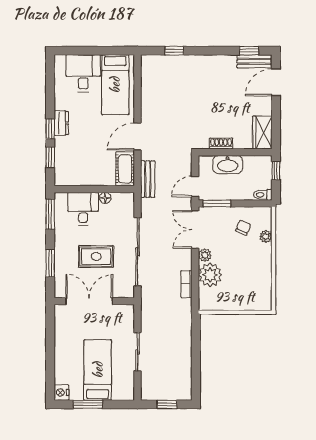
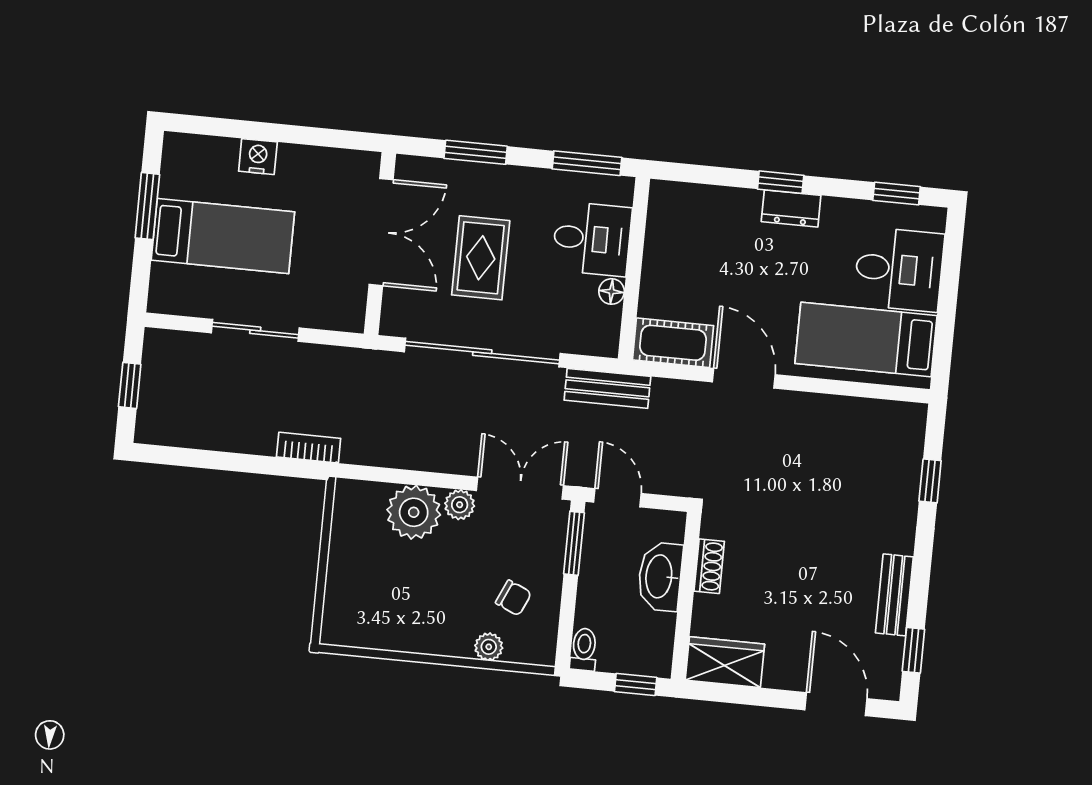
bench: (254, 61) -> (894, 595), moved
window: (50, 157) -> (897, 194), moved
bench: (148, 179) -> (607, 388), moved
bookcase: (186, 284) -> (309, 448), moved
nightstand: (61, 393) -> (258, 157), moved

